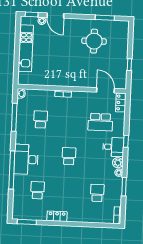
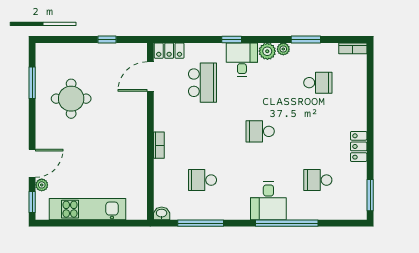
desk: (26, 159) -> (268, 201), width x0.73
school desk: (97, 193) -> (318, 83), turned 180

